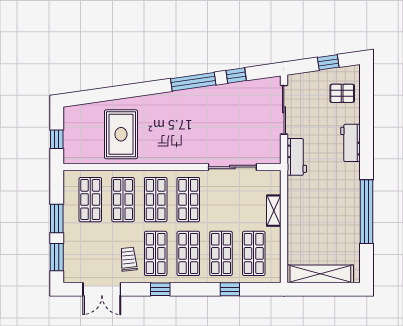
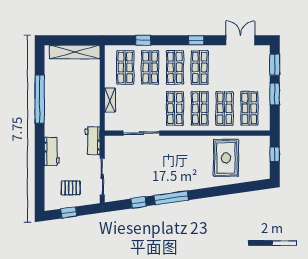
pallet: (342, 93) -> (71, 188), moved
trolley: (128, 259) -> (220, 63), removed

